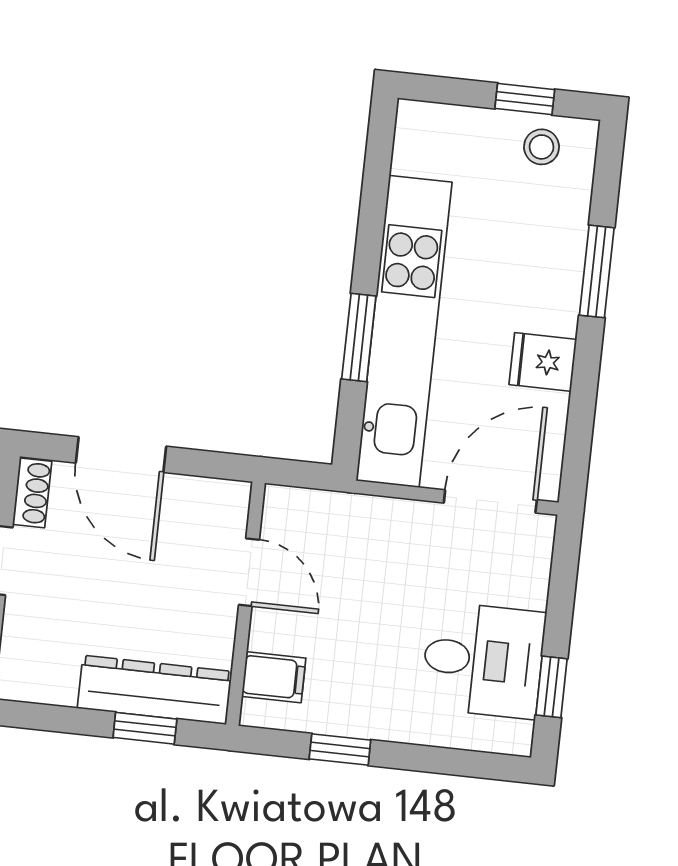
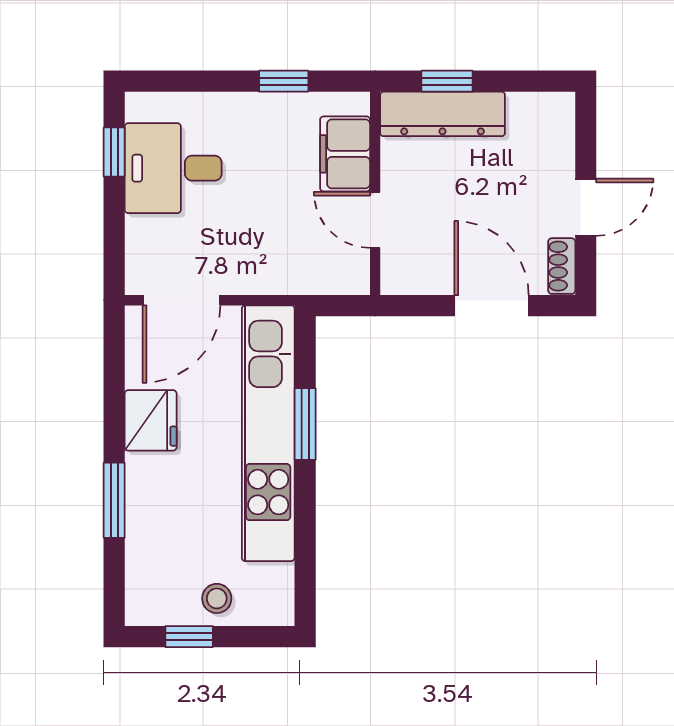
stool: (542, 147) -> (217, 598), moved
fridge: (543, 362) -> (151, 420), width x1.38
filing cabinet: (274, 677) -> (345, 154), width x2.00

